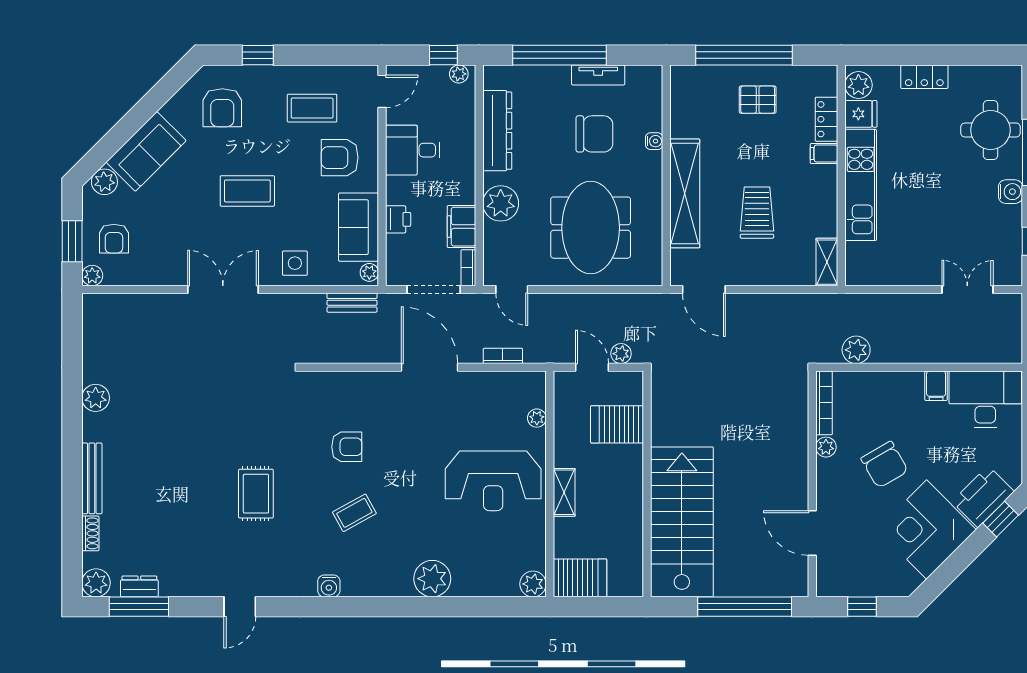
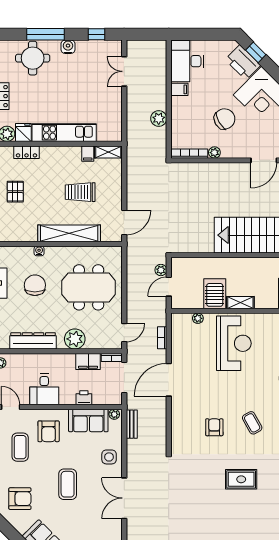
filing cabinet: (824, 154) -> (88, 154), moved
plant: (856, 350) -> (159, 119), moved
server rack: (617, 424) -> (215, 294), moved, turned 180

